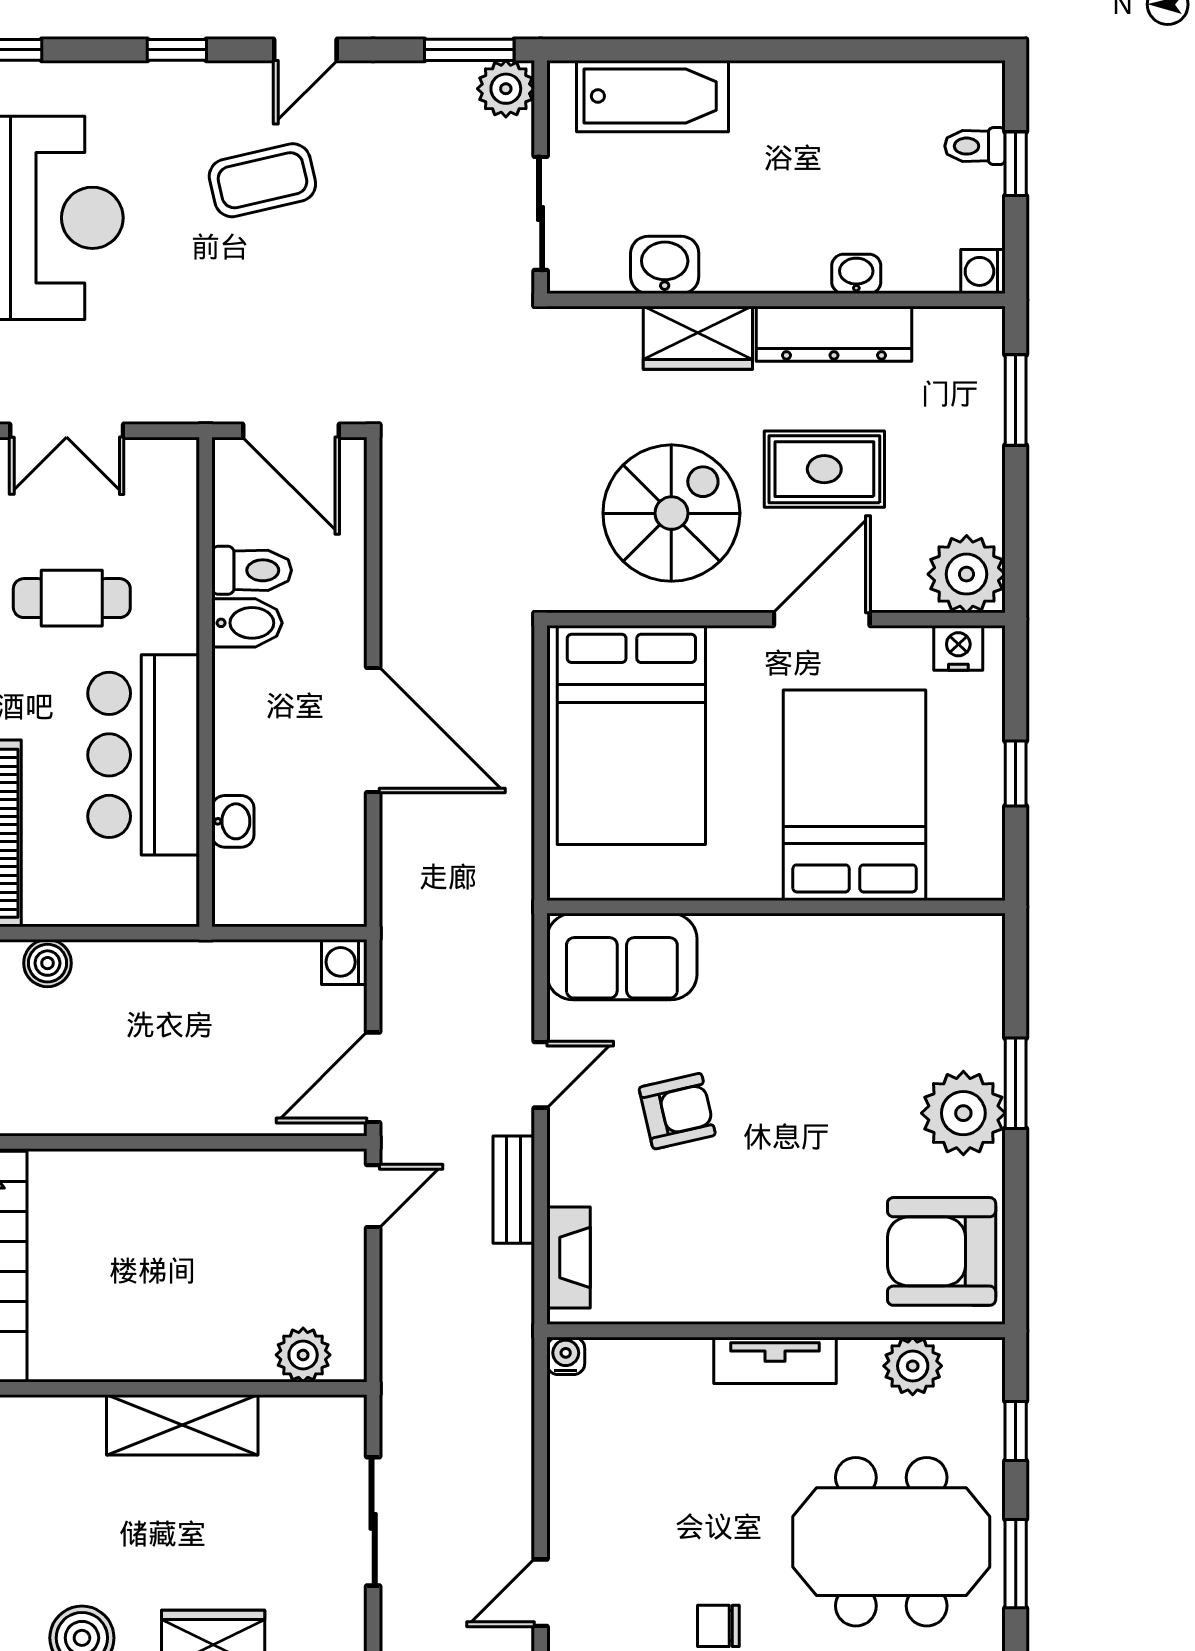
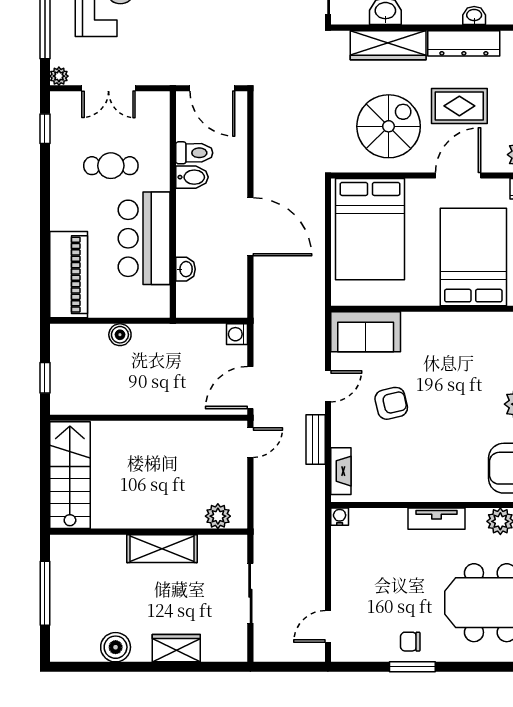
wardrobe: (698, 338) -> (388, 45), width x1.50
boiler: (47, 963) -> (120, 335), moved

